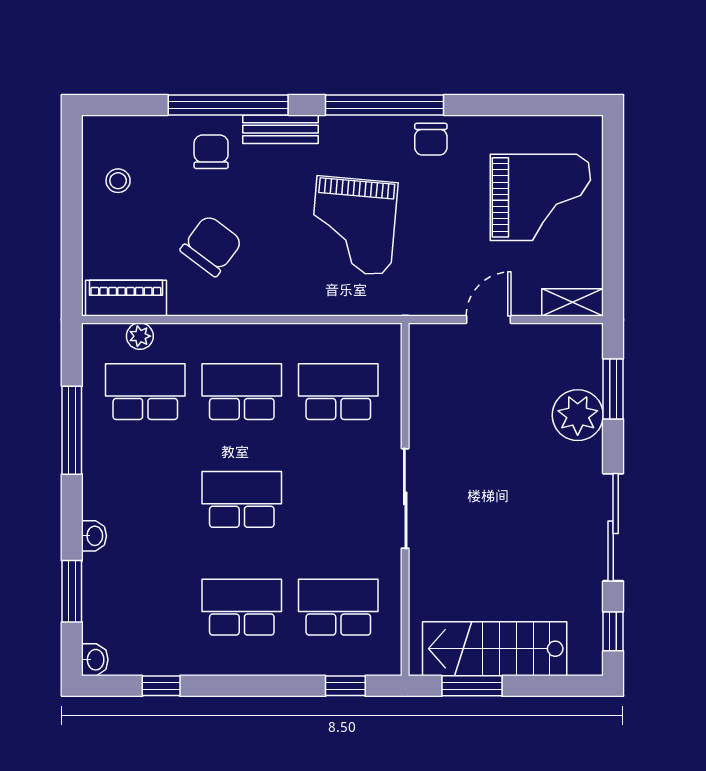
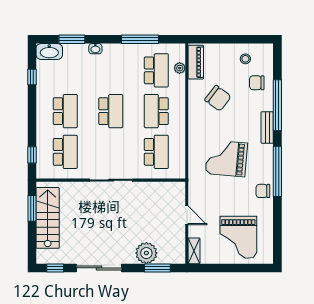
chair: (211, 152) -> (257, 83), moved, turned 180
school desk: (242, 392) -> (156, 111), turned 180
washbasin: (95, 660) -> (49, 52), width x1.91, depth x1.45

